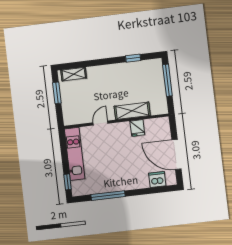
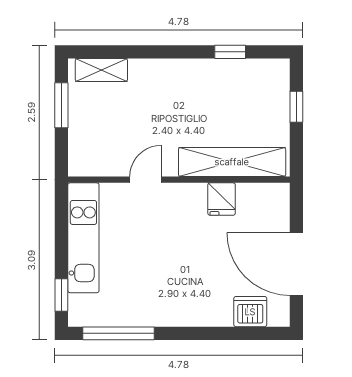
window: (167, 80) -> (296, 107), width x0.46
shelving: (132, 111) -> (232, 162), width x1.47
window: (108, 196) -> (118, 333), moved

